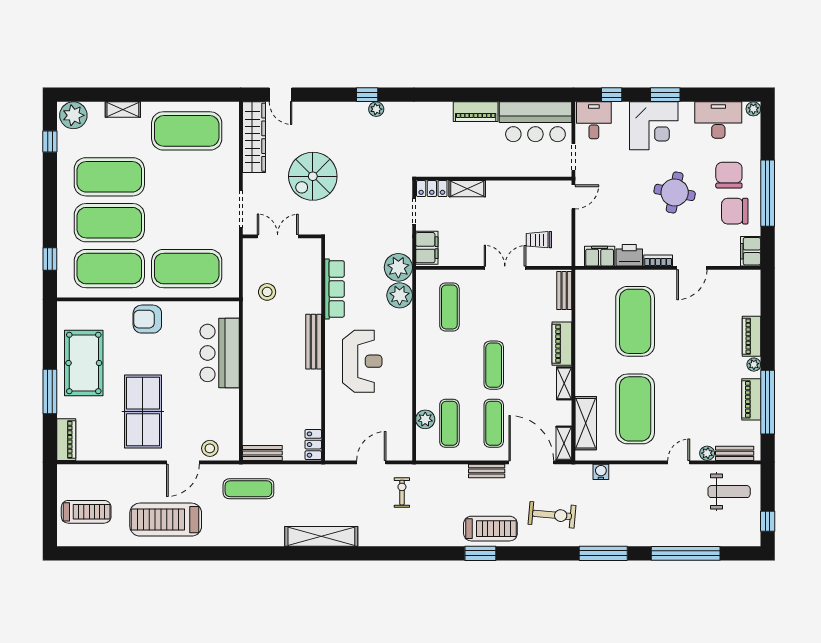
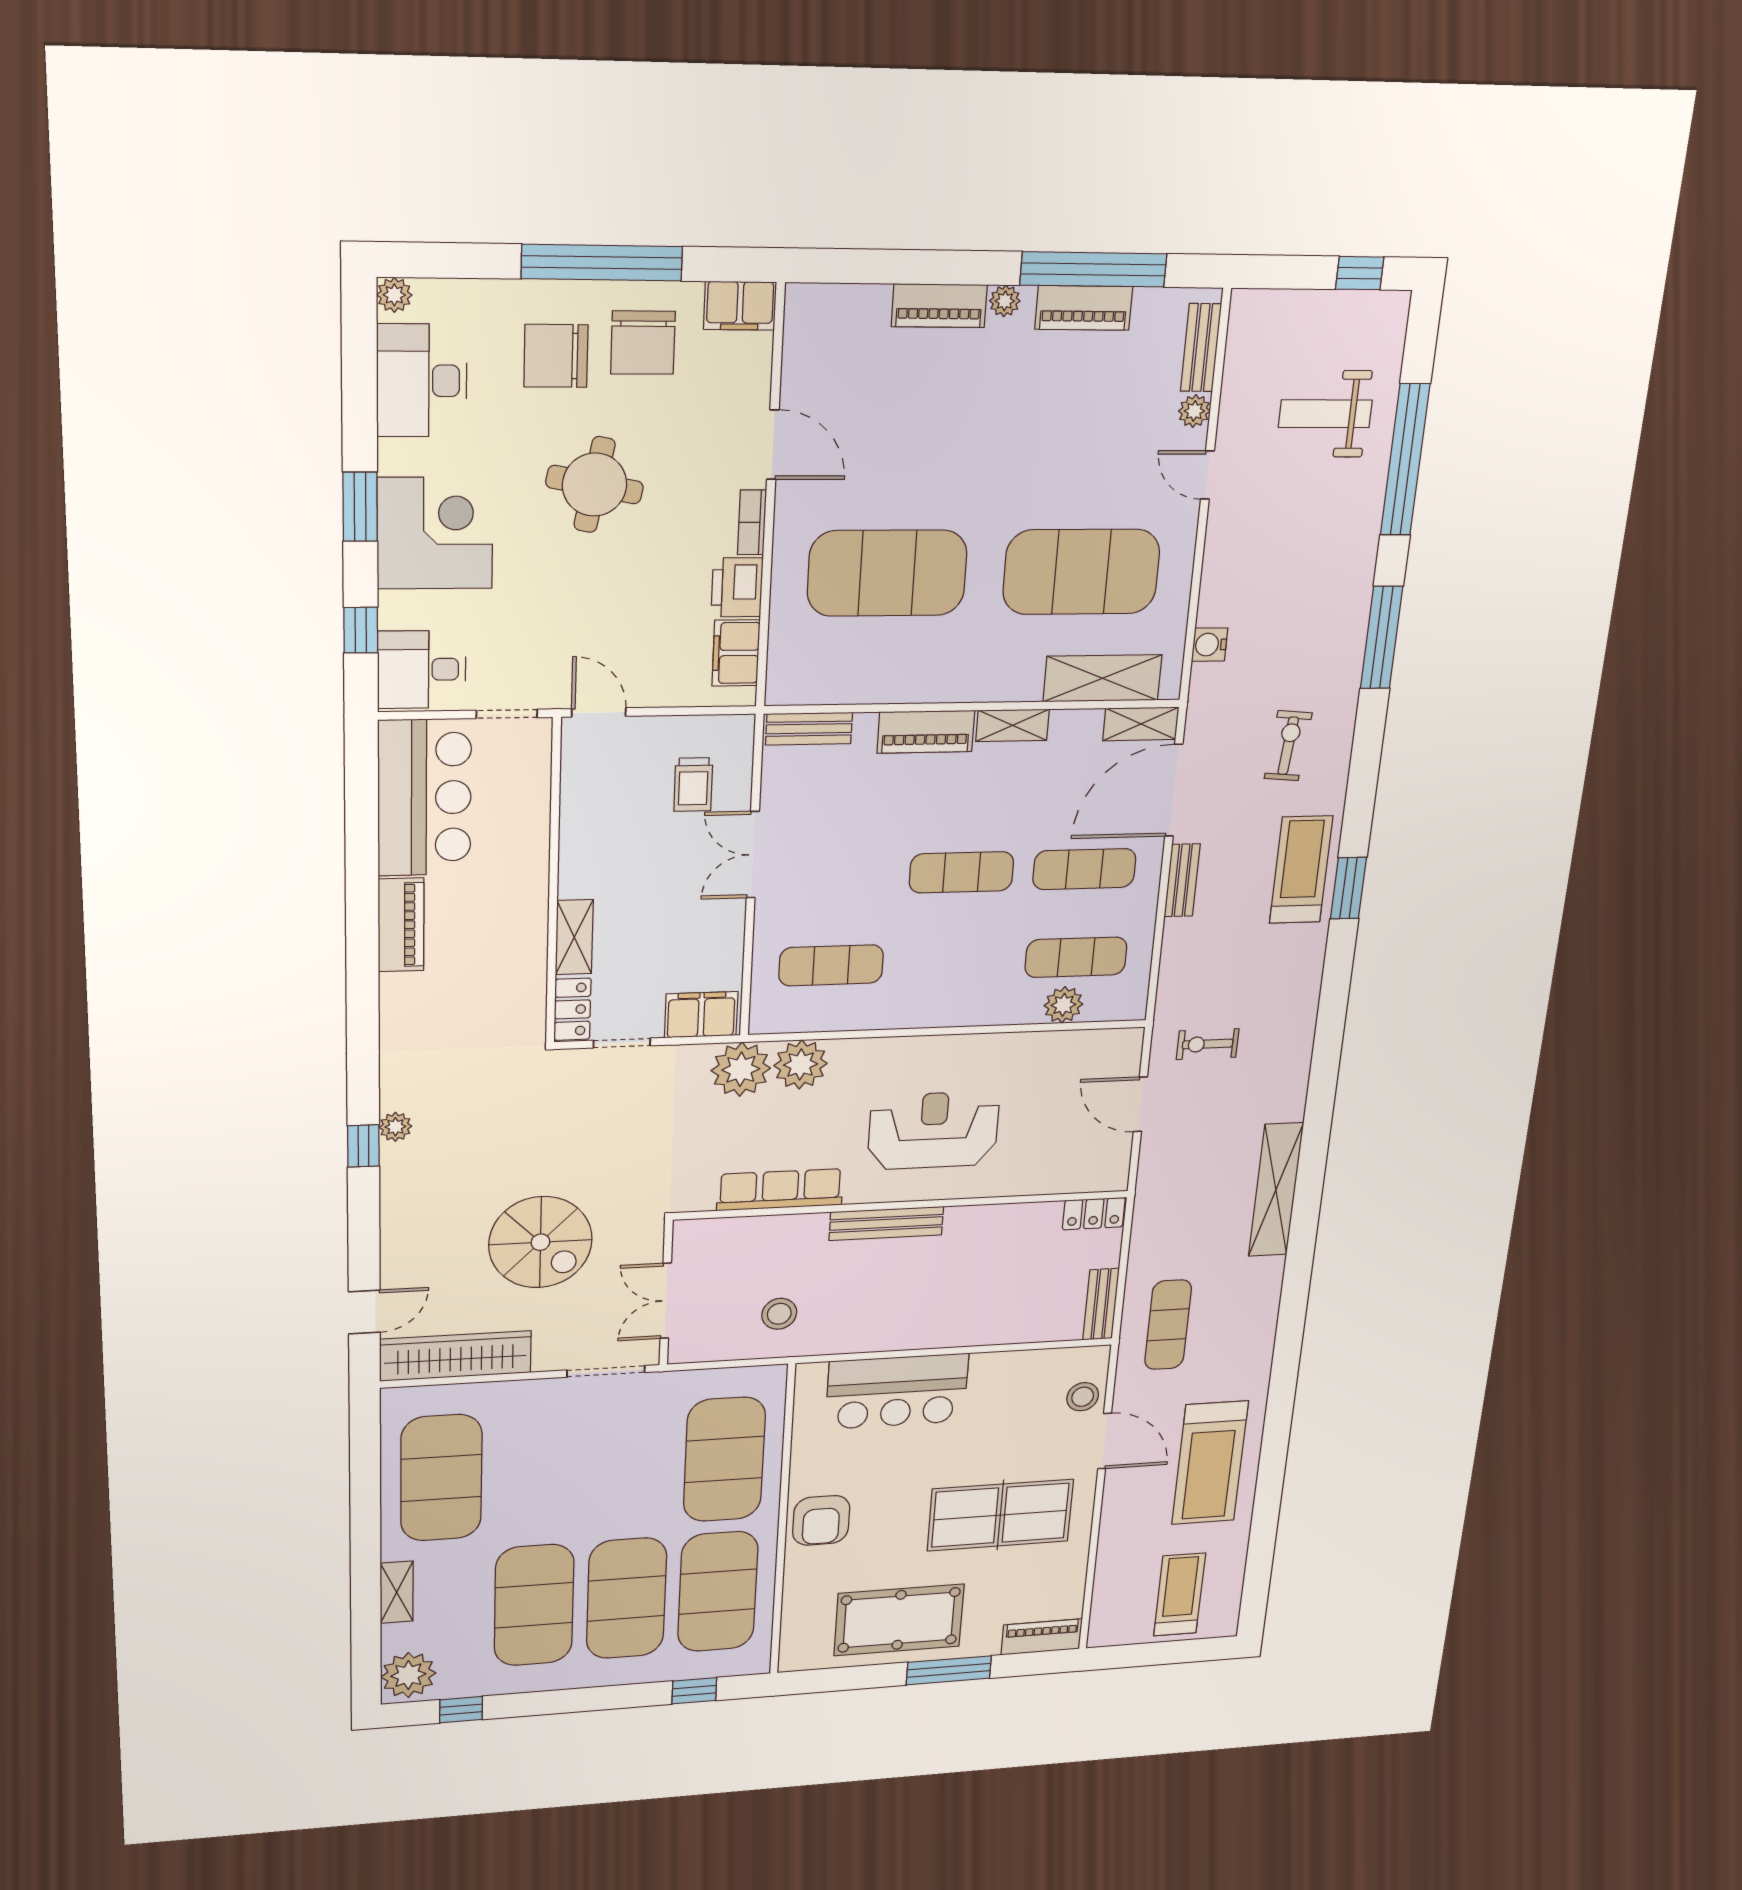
weight bench: (729, 492) -> (1325, 414), moved, turned -90
exercise bike: (552, 515) -> (1288, 746), width x0.73, depth x0.72

